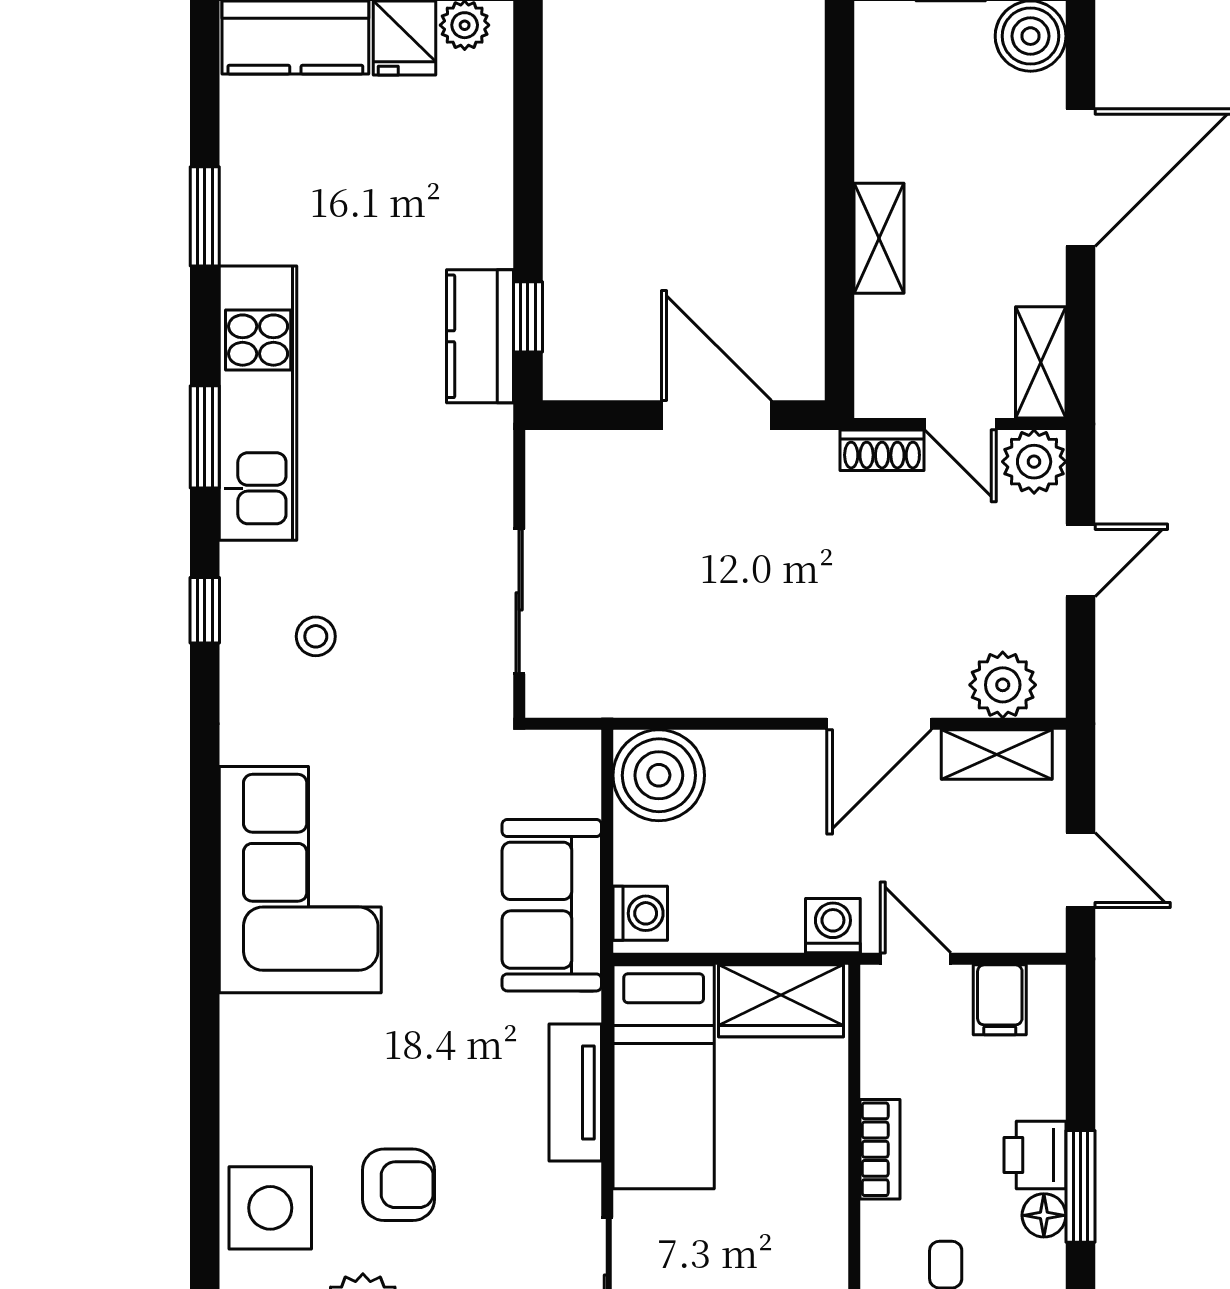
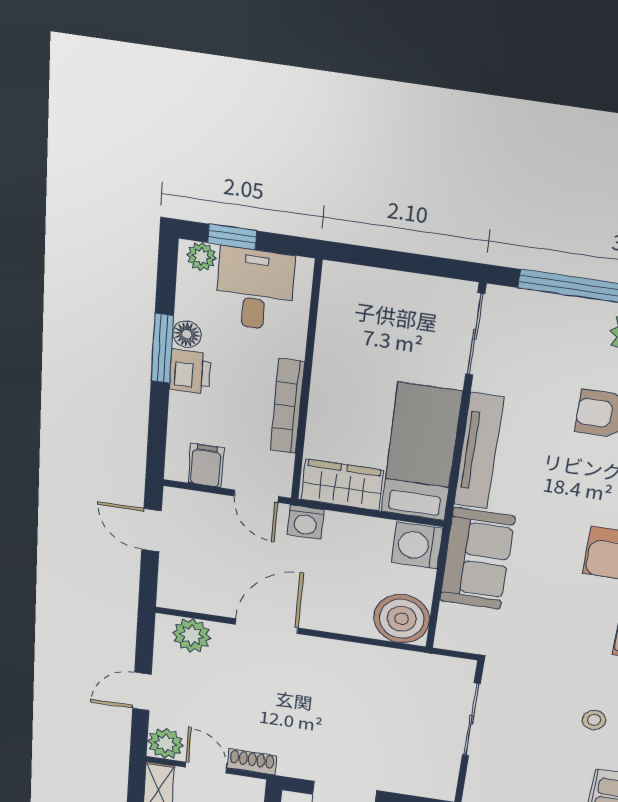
shelving: (997, 755) -> (198, 600), removed
washing machine: (640, 913) -> (417, 545), width x1.38, depth x1.38
tv unit: (575, 1092) -> (479, 451), width x1.41
bookcase: (880, 1149) -> (287, 406), width x1.56

